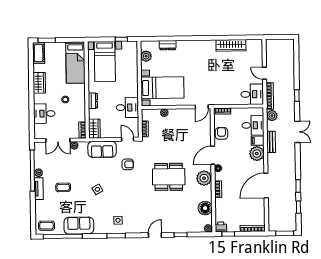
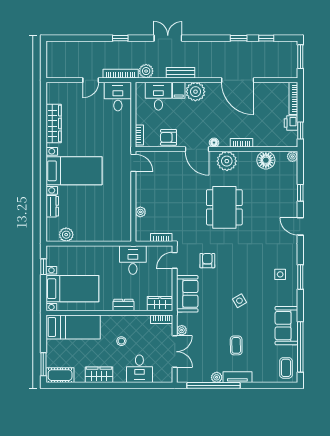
bed with nightstands: (162, 88) -> (74, 171), moved, turned 90
printer: (221, 227) -> (291, 123), moved

